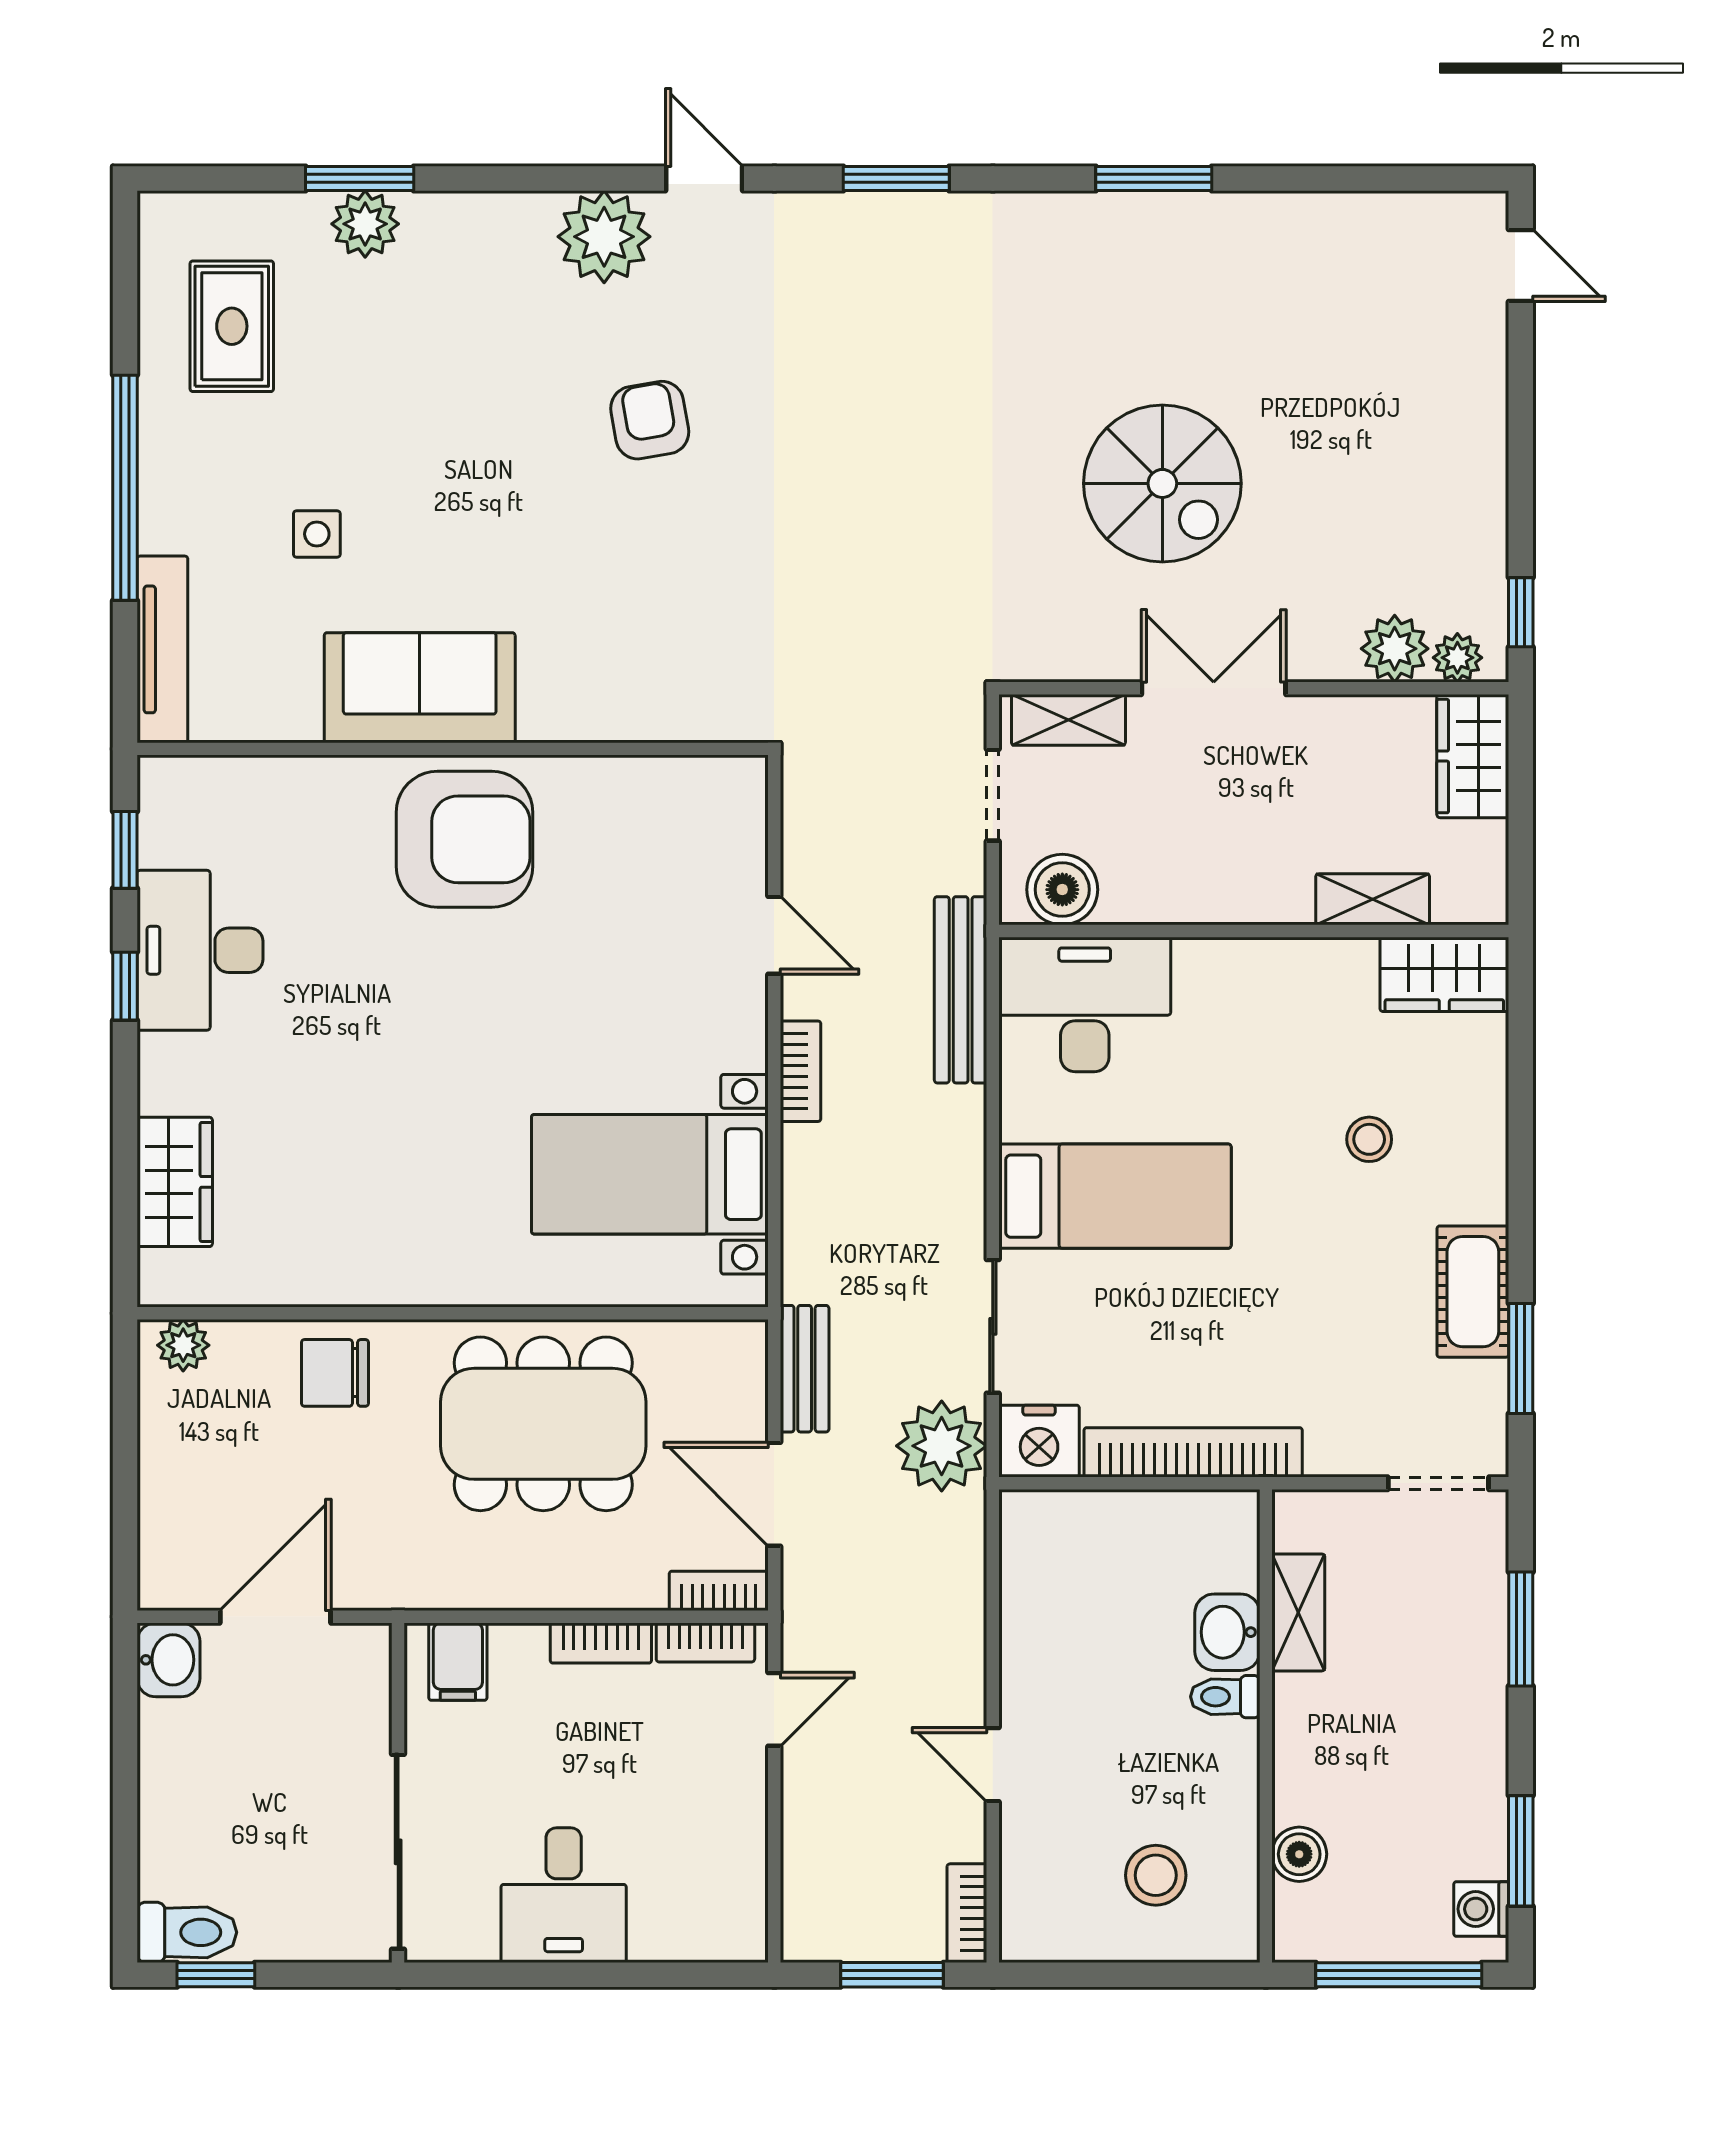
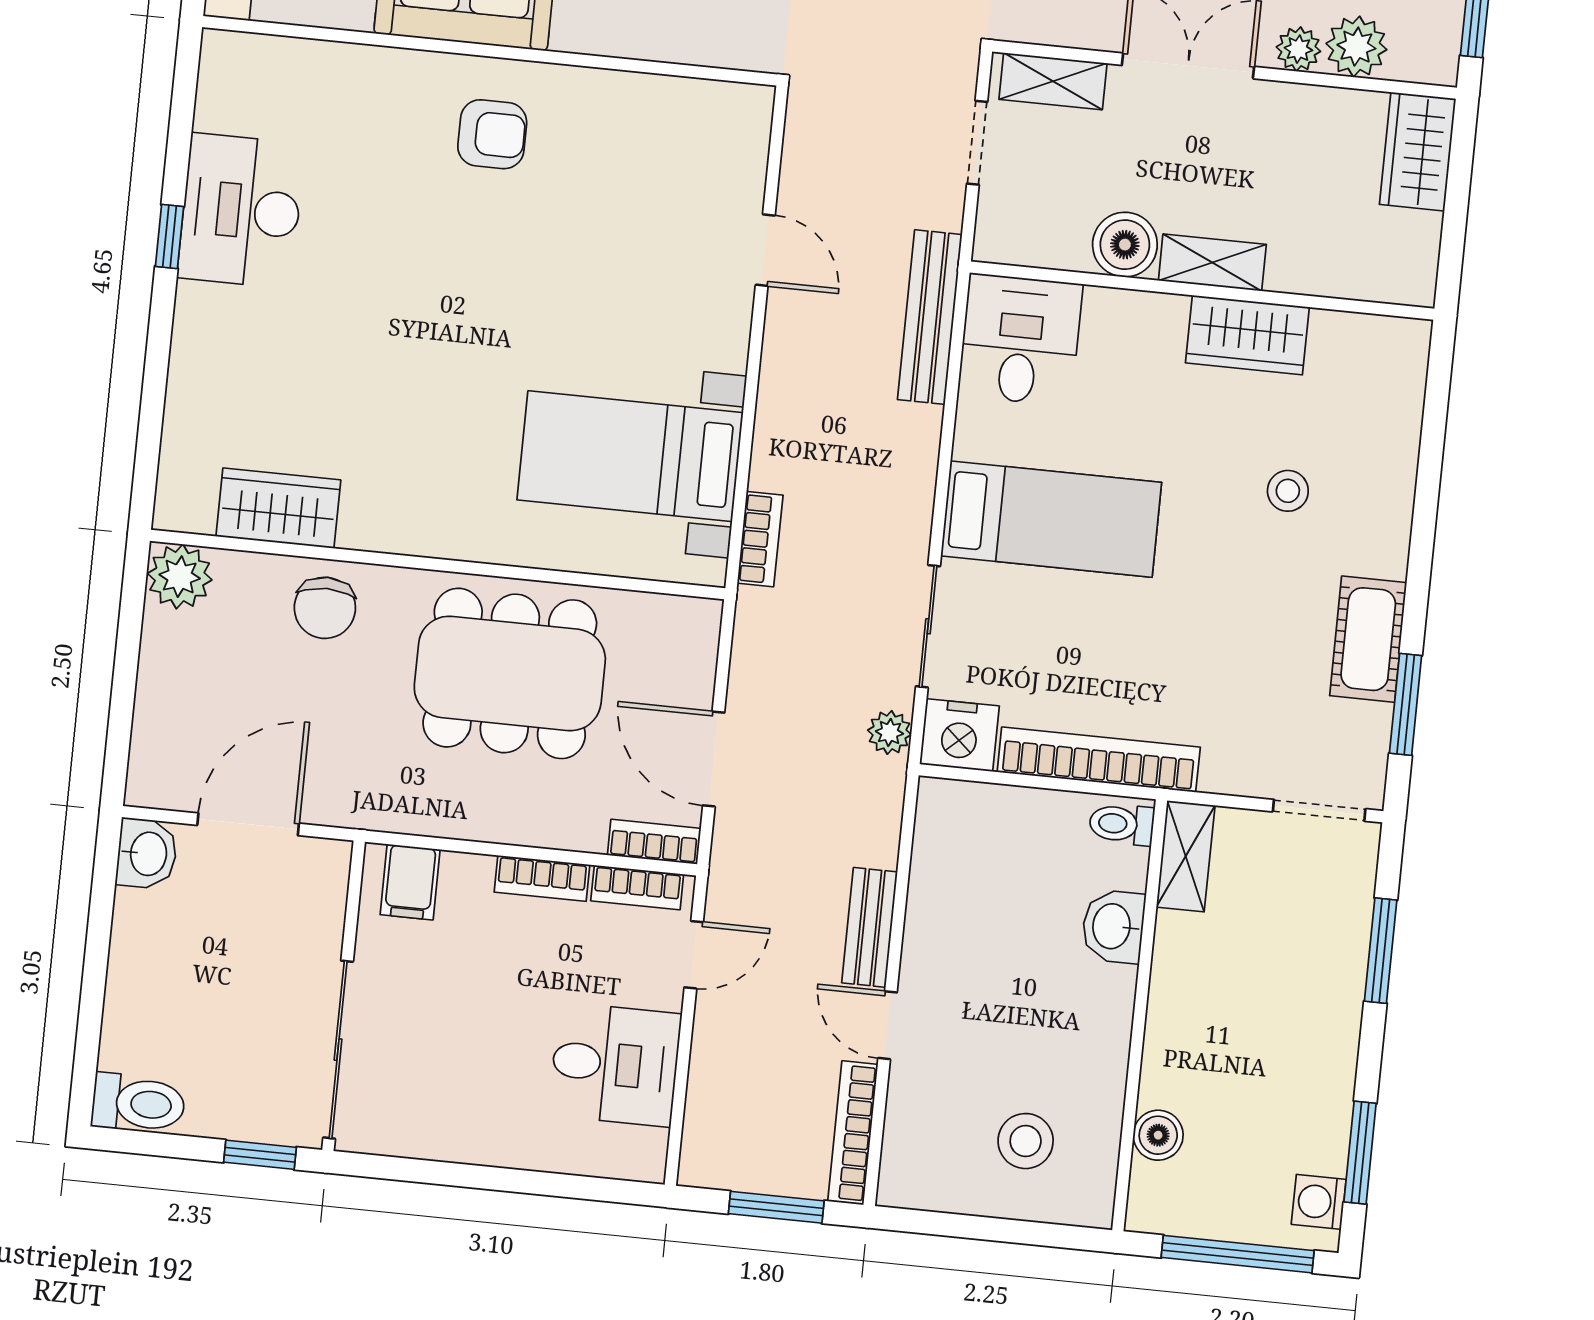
plant: (1457, 658) -> (1298, 49), moved
armchair: (465, 839) -> (492, 134), width x0.53, depth x0.53
window: (125, 850) -> (182, 112), removed
boiler: (1062, 890) -> (1125, 245), moved
shelving: (1373, 899) -> (1212, 262), moved
wardrobe: (1444, 974) -> (1247, 335), moved
desk: (1085, 1004) -> (1020, 340), width x0.73
bookcase: (801, 1071) -> (760, 539), moved
wardrobe: (175, 1182) -> (278, 508), moved, turned -90
plant: (183, 1345) -> (180, 577), width x1.38, depth x1.38
bench: (805, 1369) -> (870, 927), moved
chair: (335, 1373) -> (325, 608), turned -90
plant: (942, 1446) -> (889, 732), width x0.53, depth x0.53
shelving: (1298, 1612) -> (1186, 856), moved
toilet: (1225, 1697) -> (1122, 824), moved
desk: (564, 1895) -> (615, 1065), moved, turned -90
bookcase: (967, 1913) -> (853, 1133), width x1.56
window: (216, 1975) -> (260, 1155), moved

